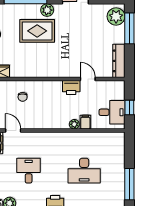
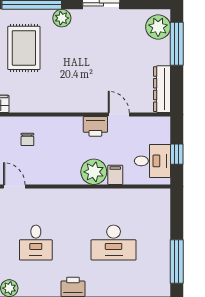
rug: (37, 31) -> (24, 48), moved, turned 90
plant: (74, 124) -> (94, 172), width x1.88, depth x1.88
desk: (29, 171) -> (36, 243), turned 180

